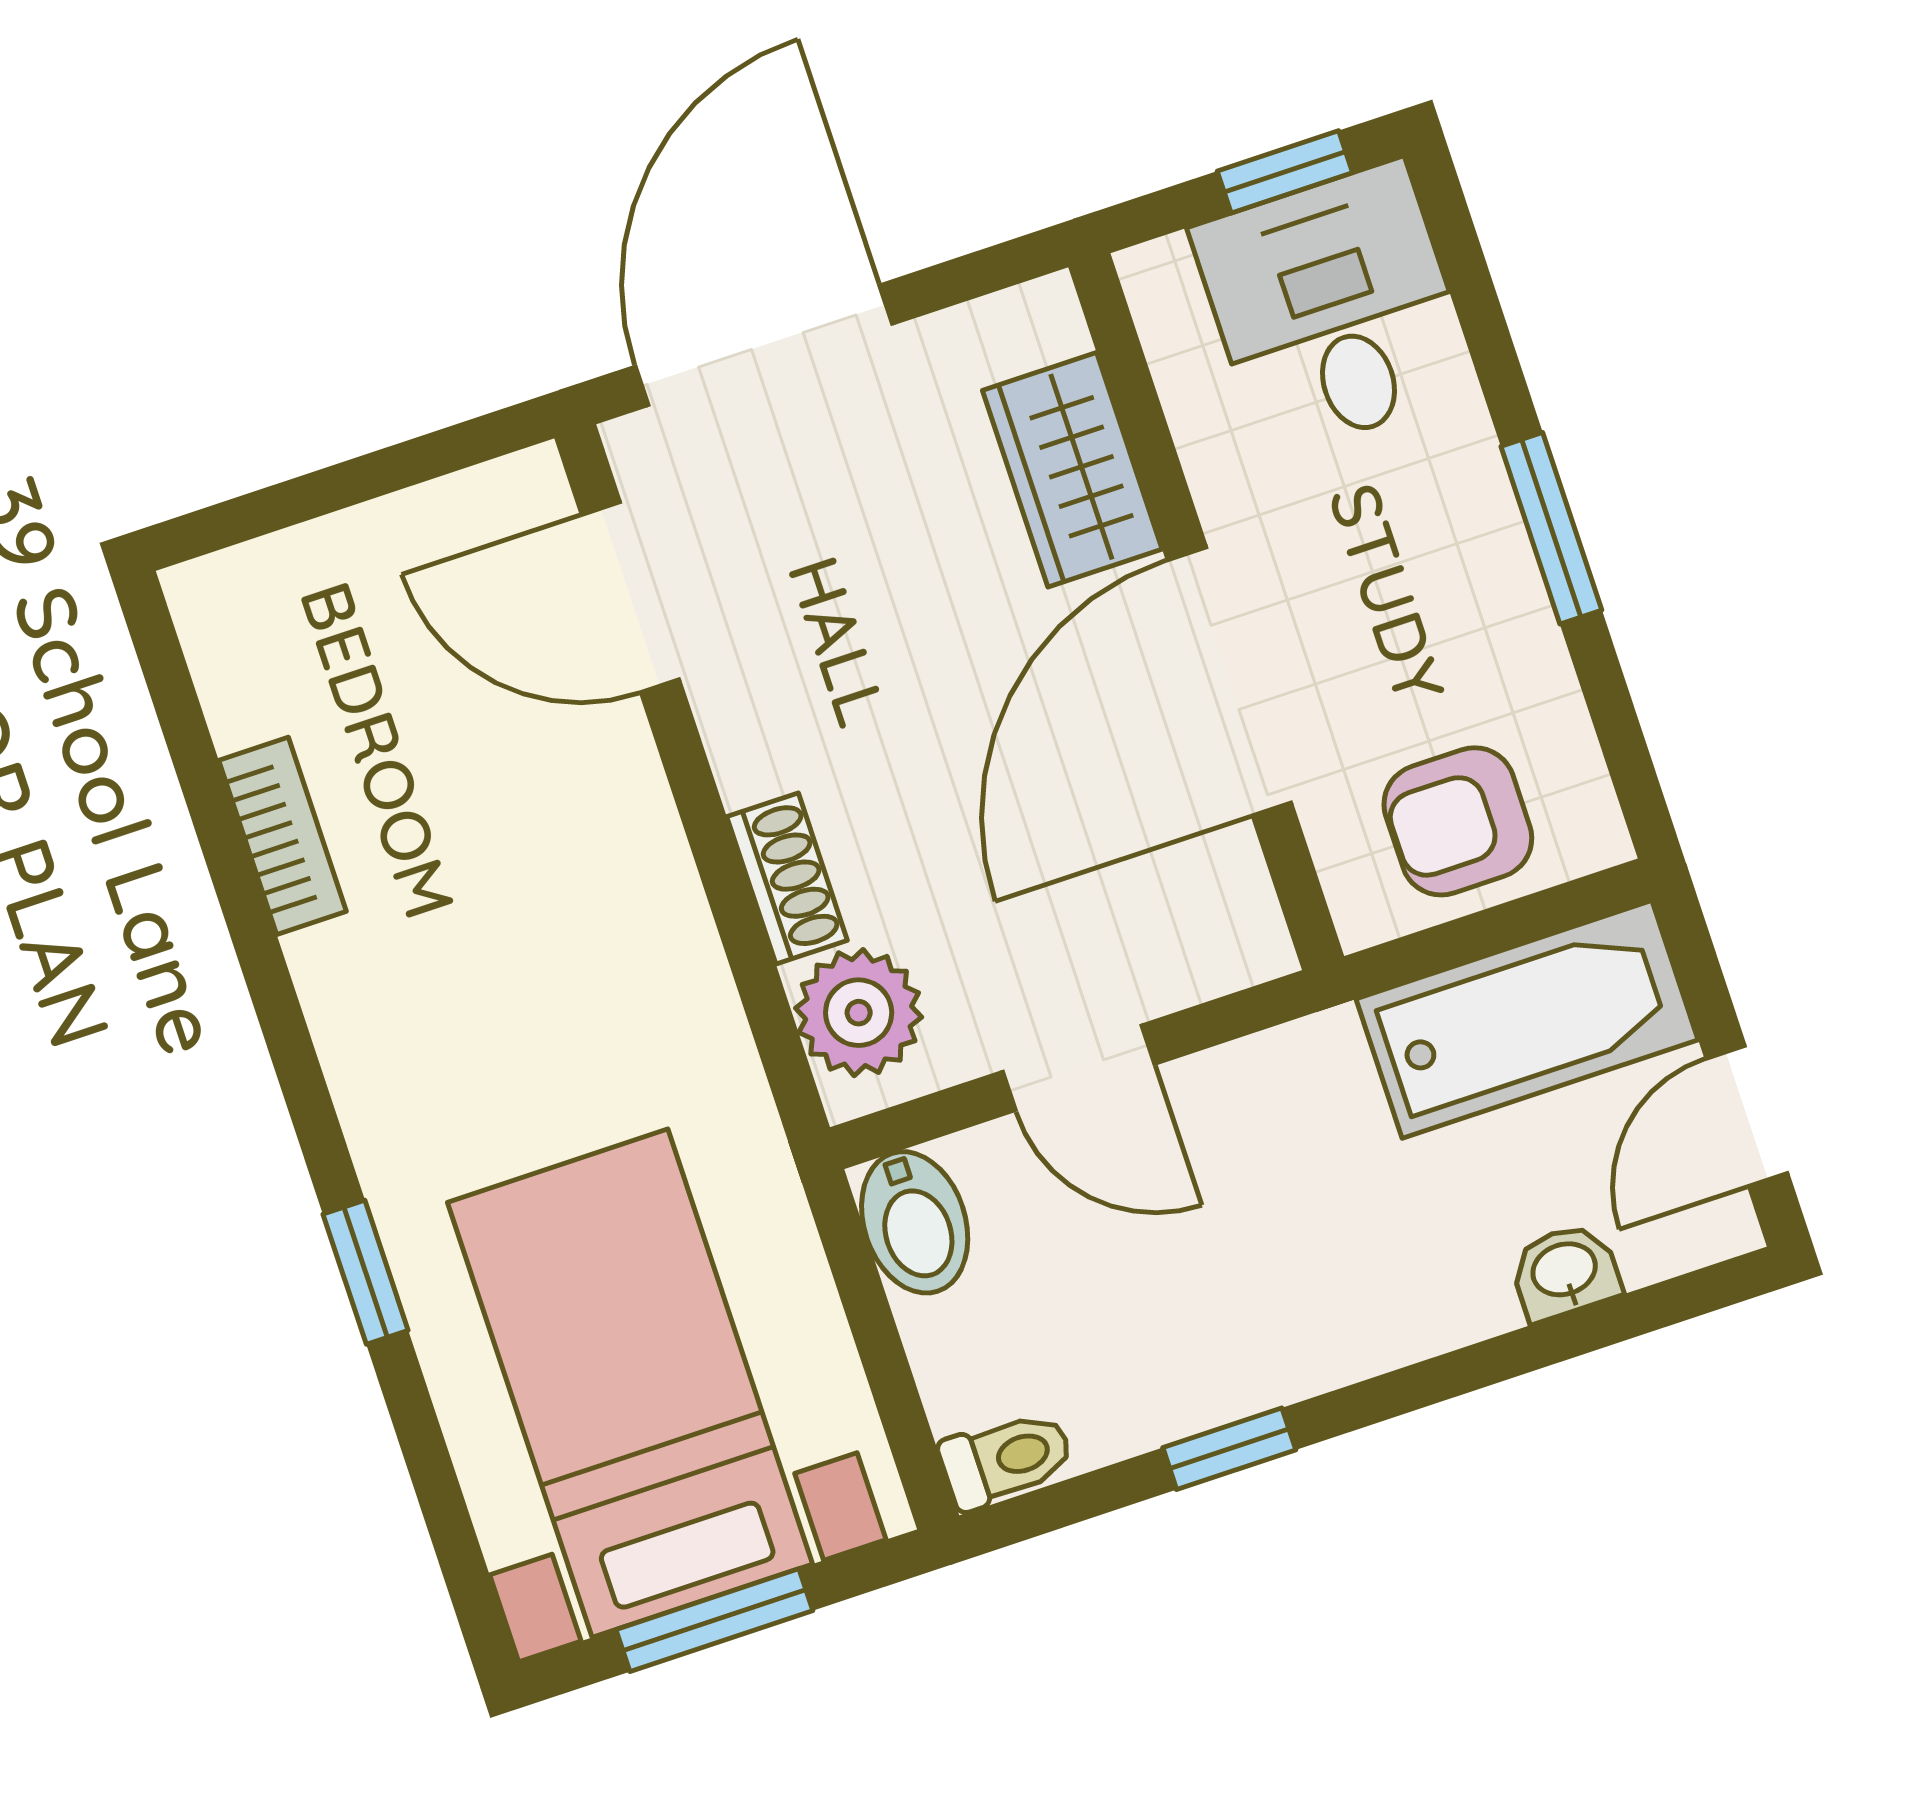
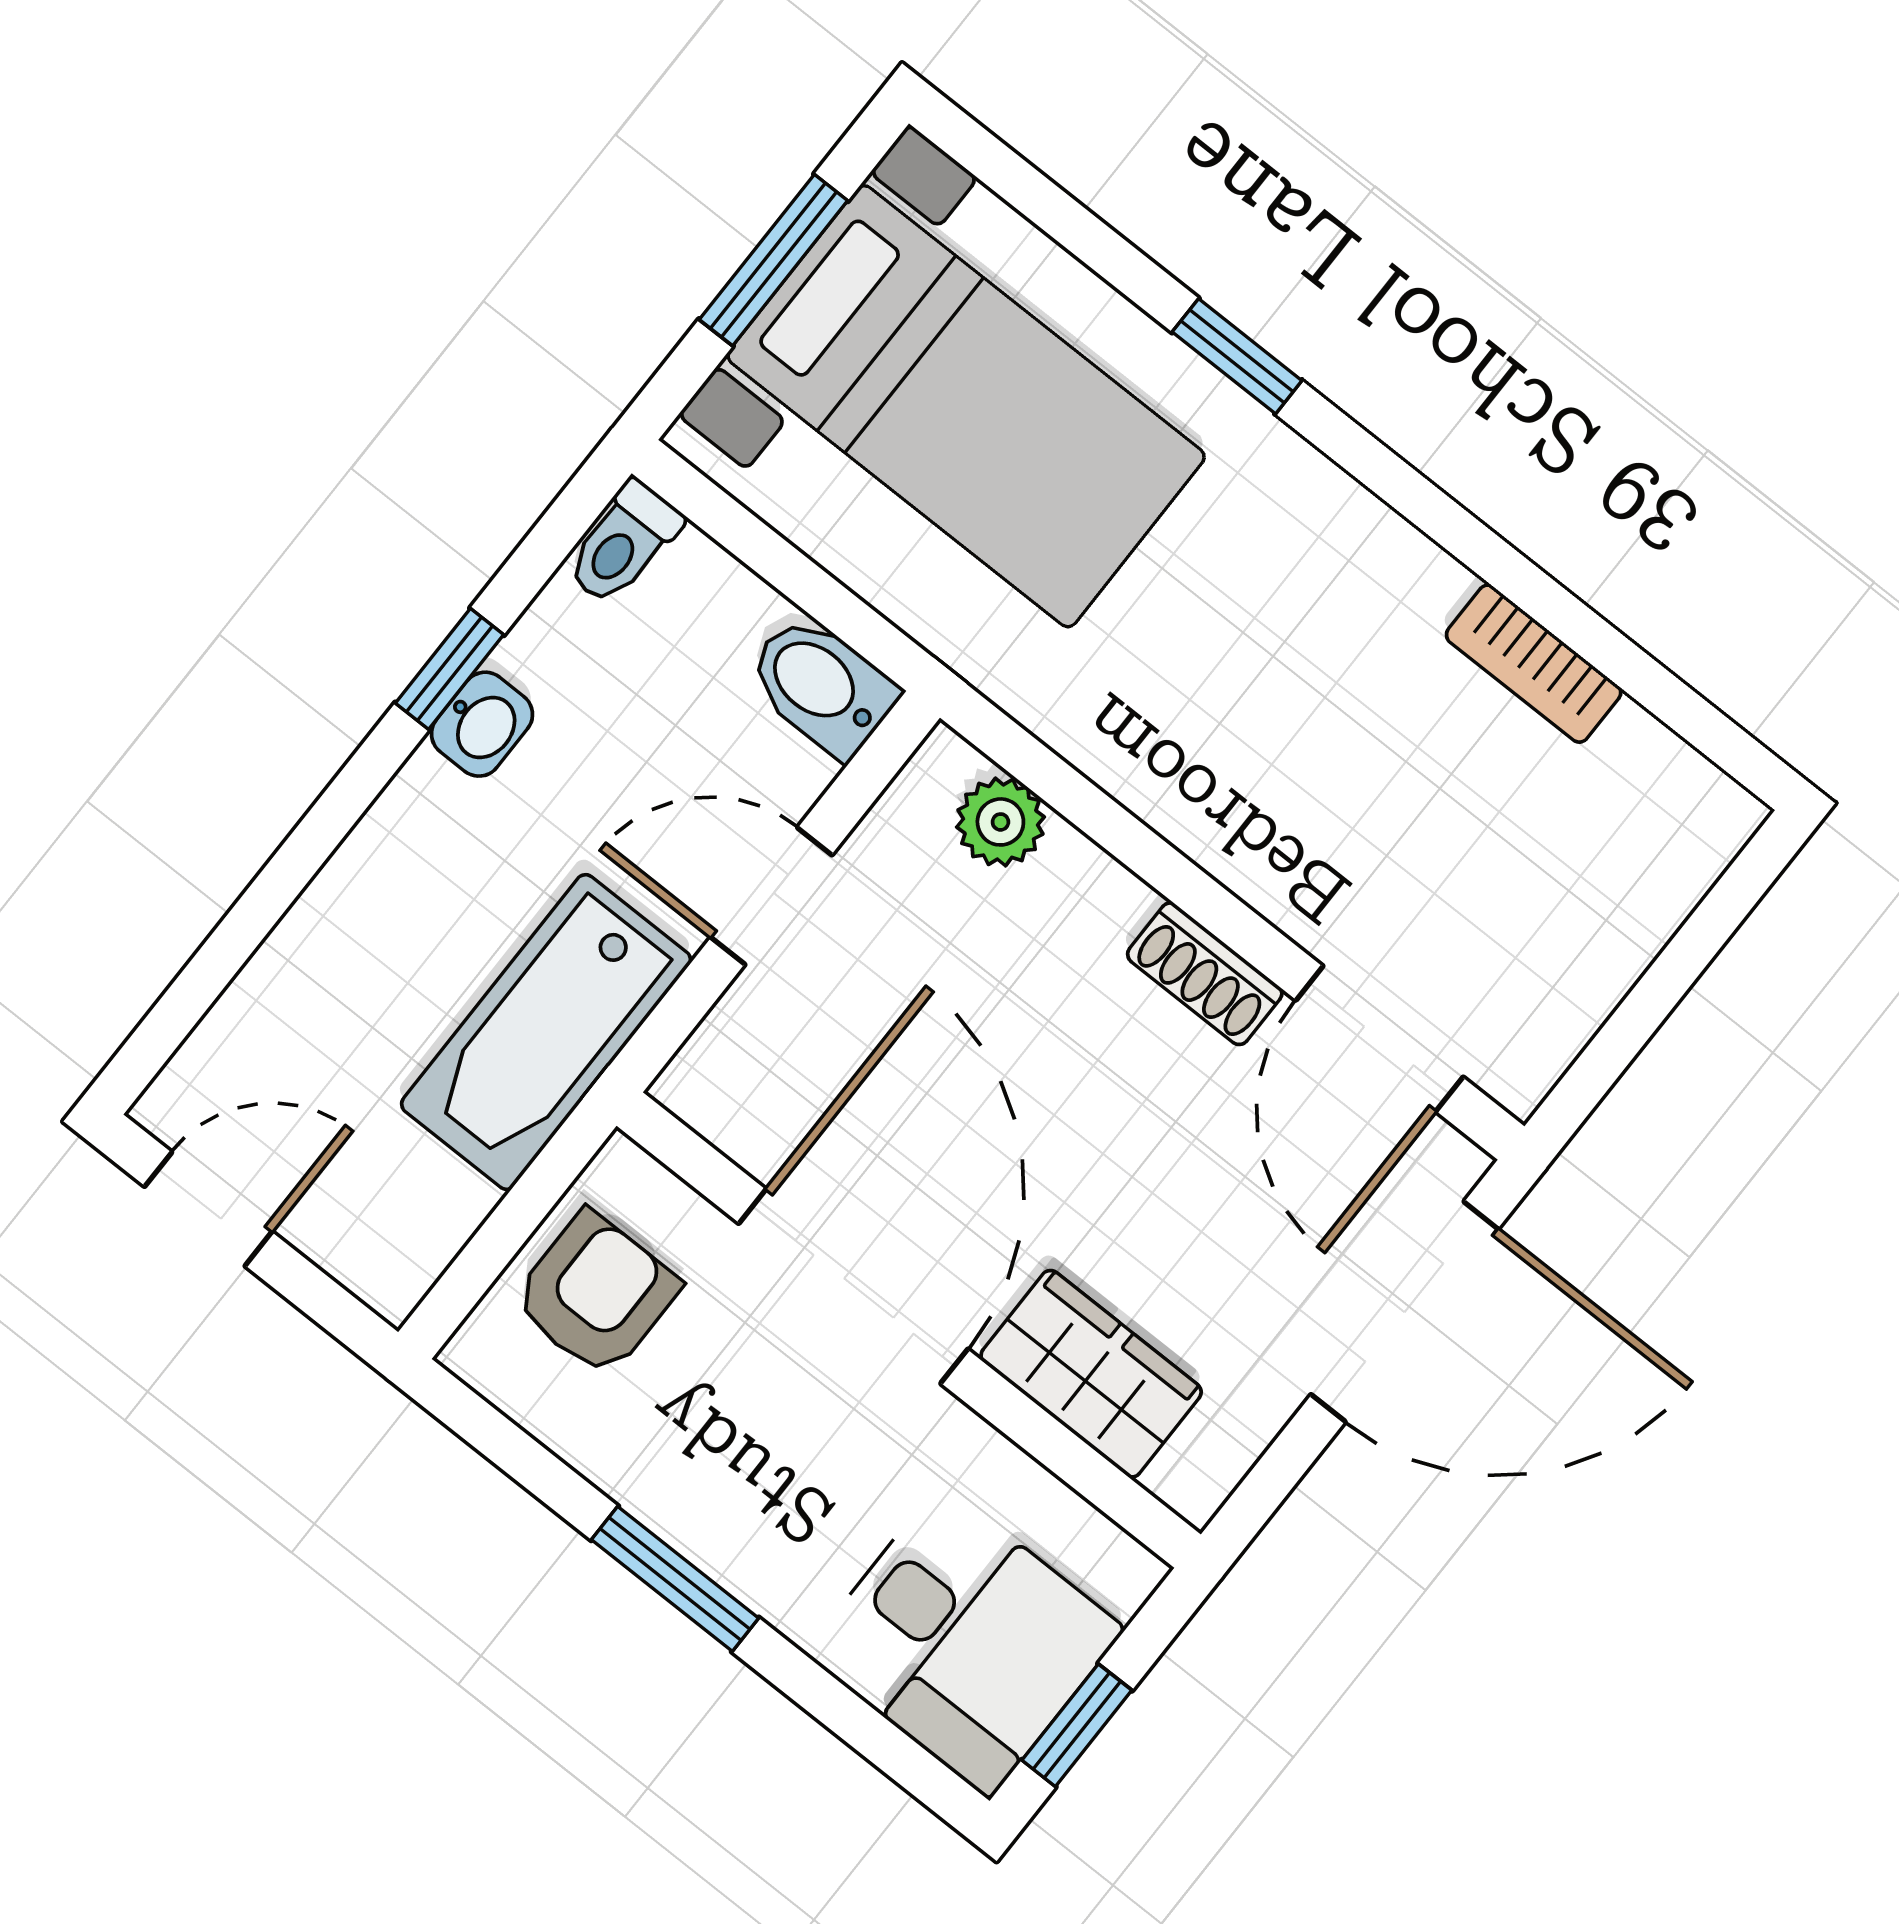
door: (764, 345) -> (1405, 1312), hinge flipped
door: (630, 597) -> (1379, 1039), swing flipped
shoe rack: (787, 878) -> (1205, 974), moved
plant: (859, 1013) -> (1000, 822), width x0.73, depth x0.73
bathtub: (1527, 1019) -> (546, 1032), moved
door: (1747, 1116) -> (208, 1209), hinge flipped
washbasin: (1565, 1272) -> (482, 724), moved

